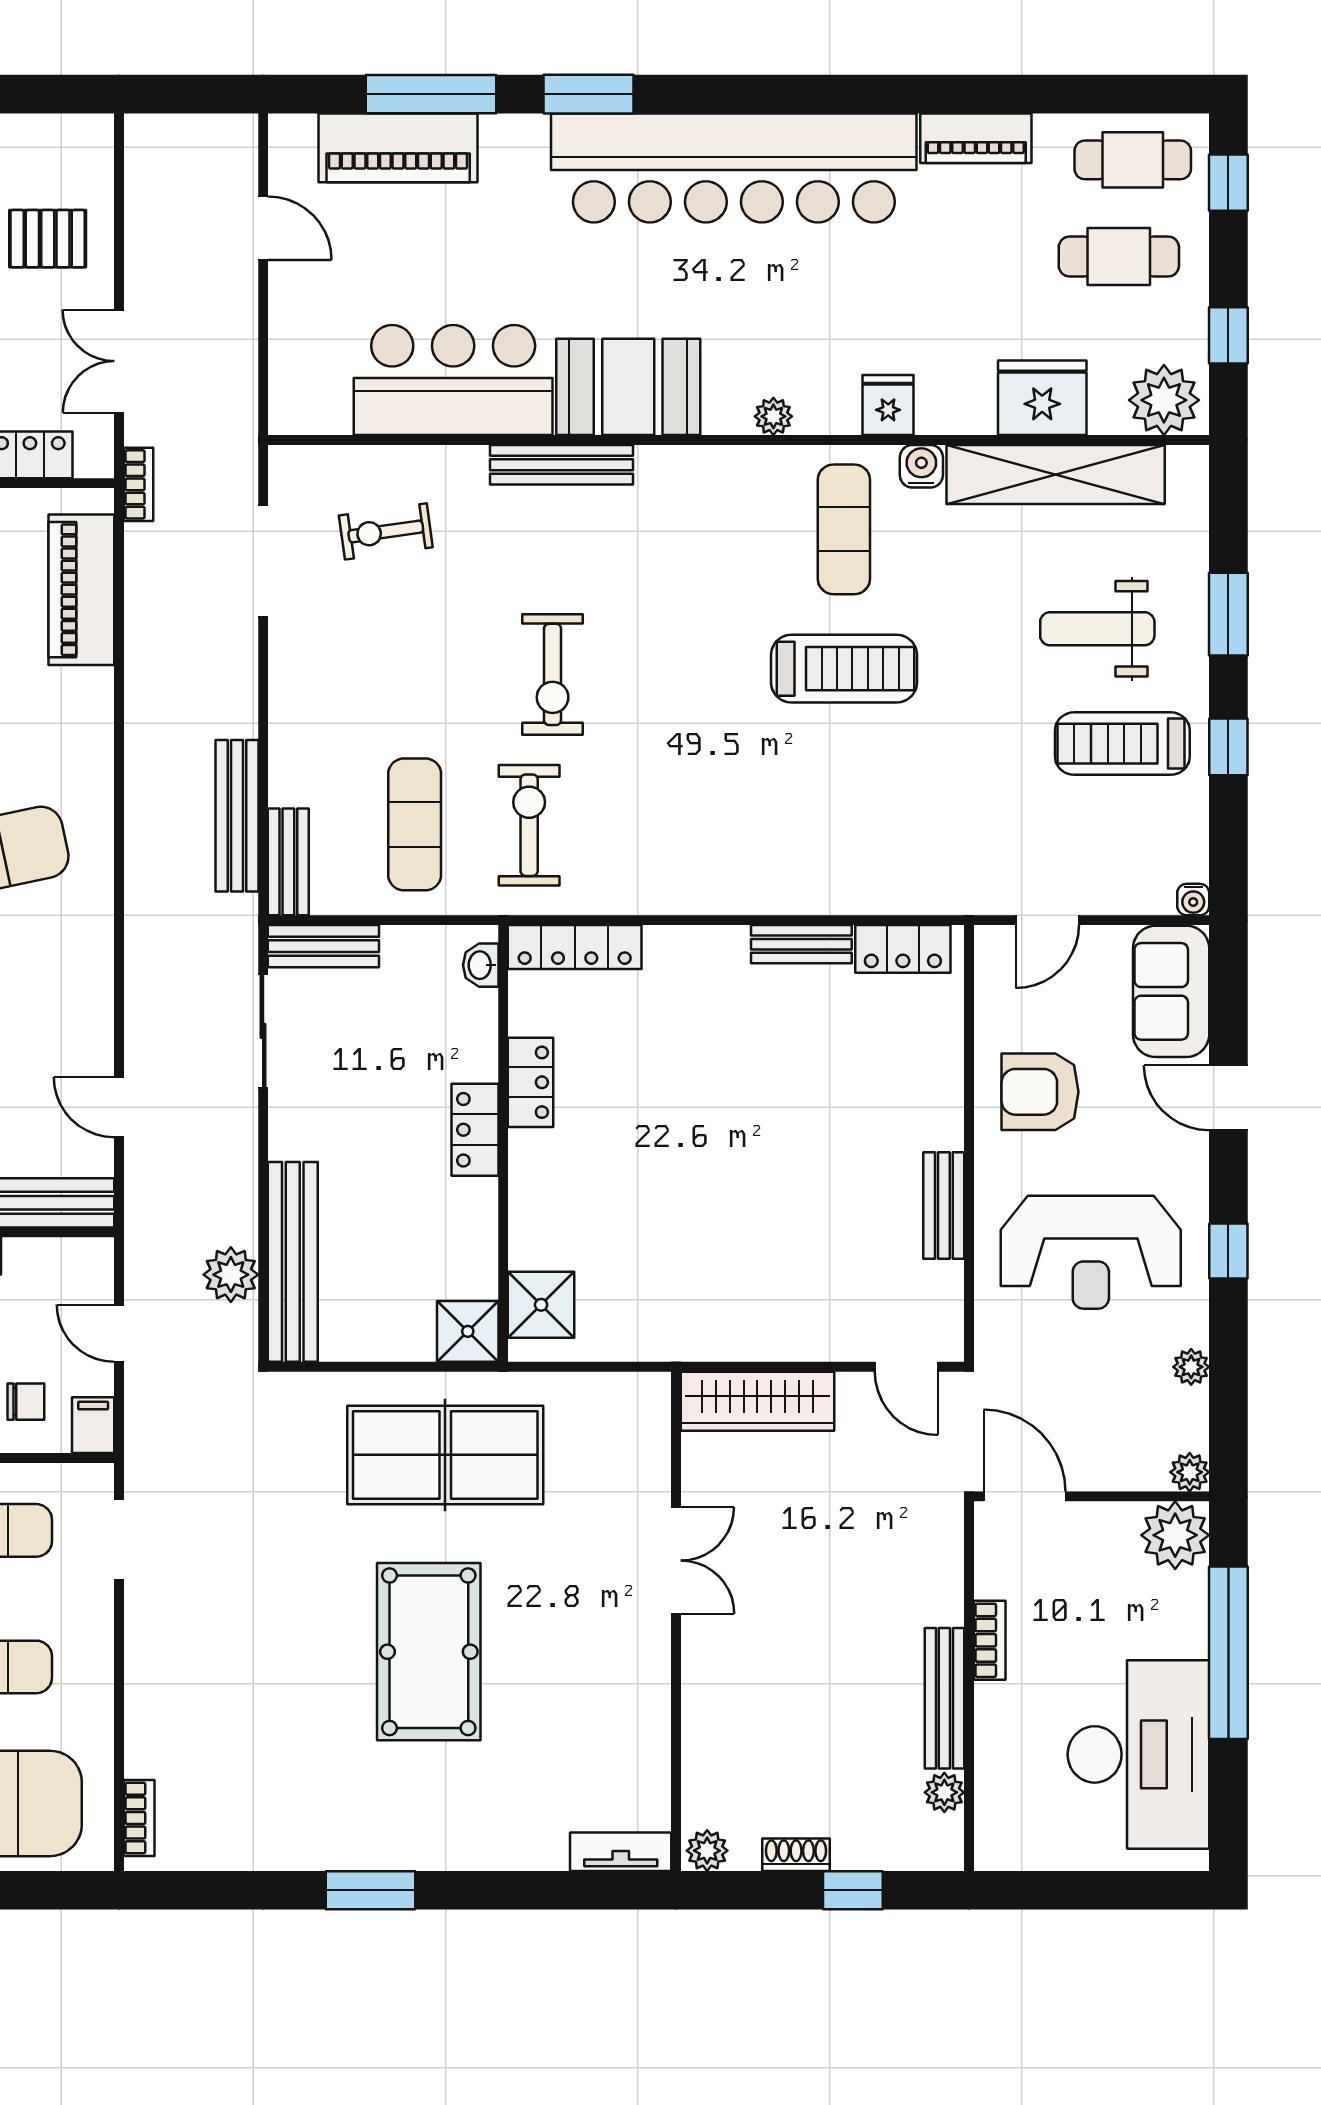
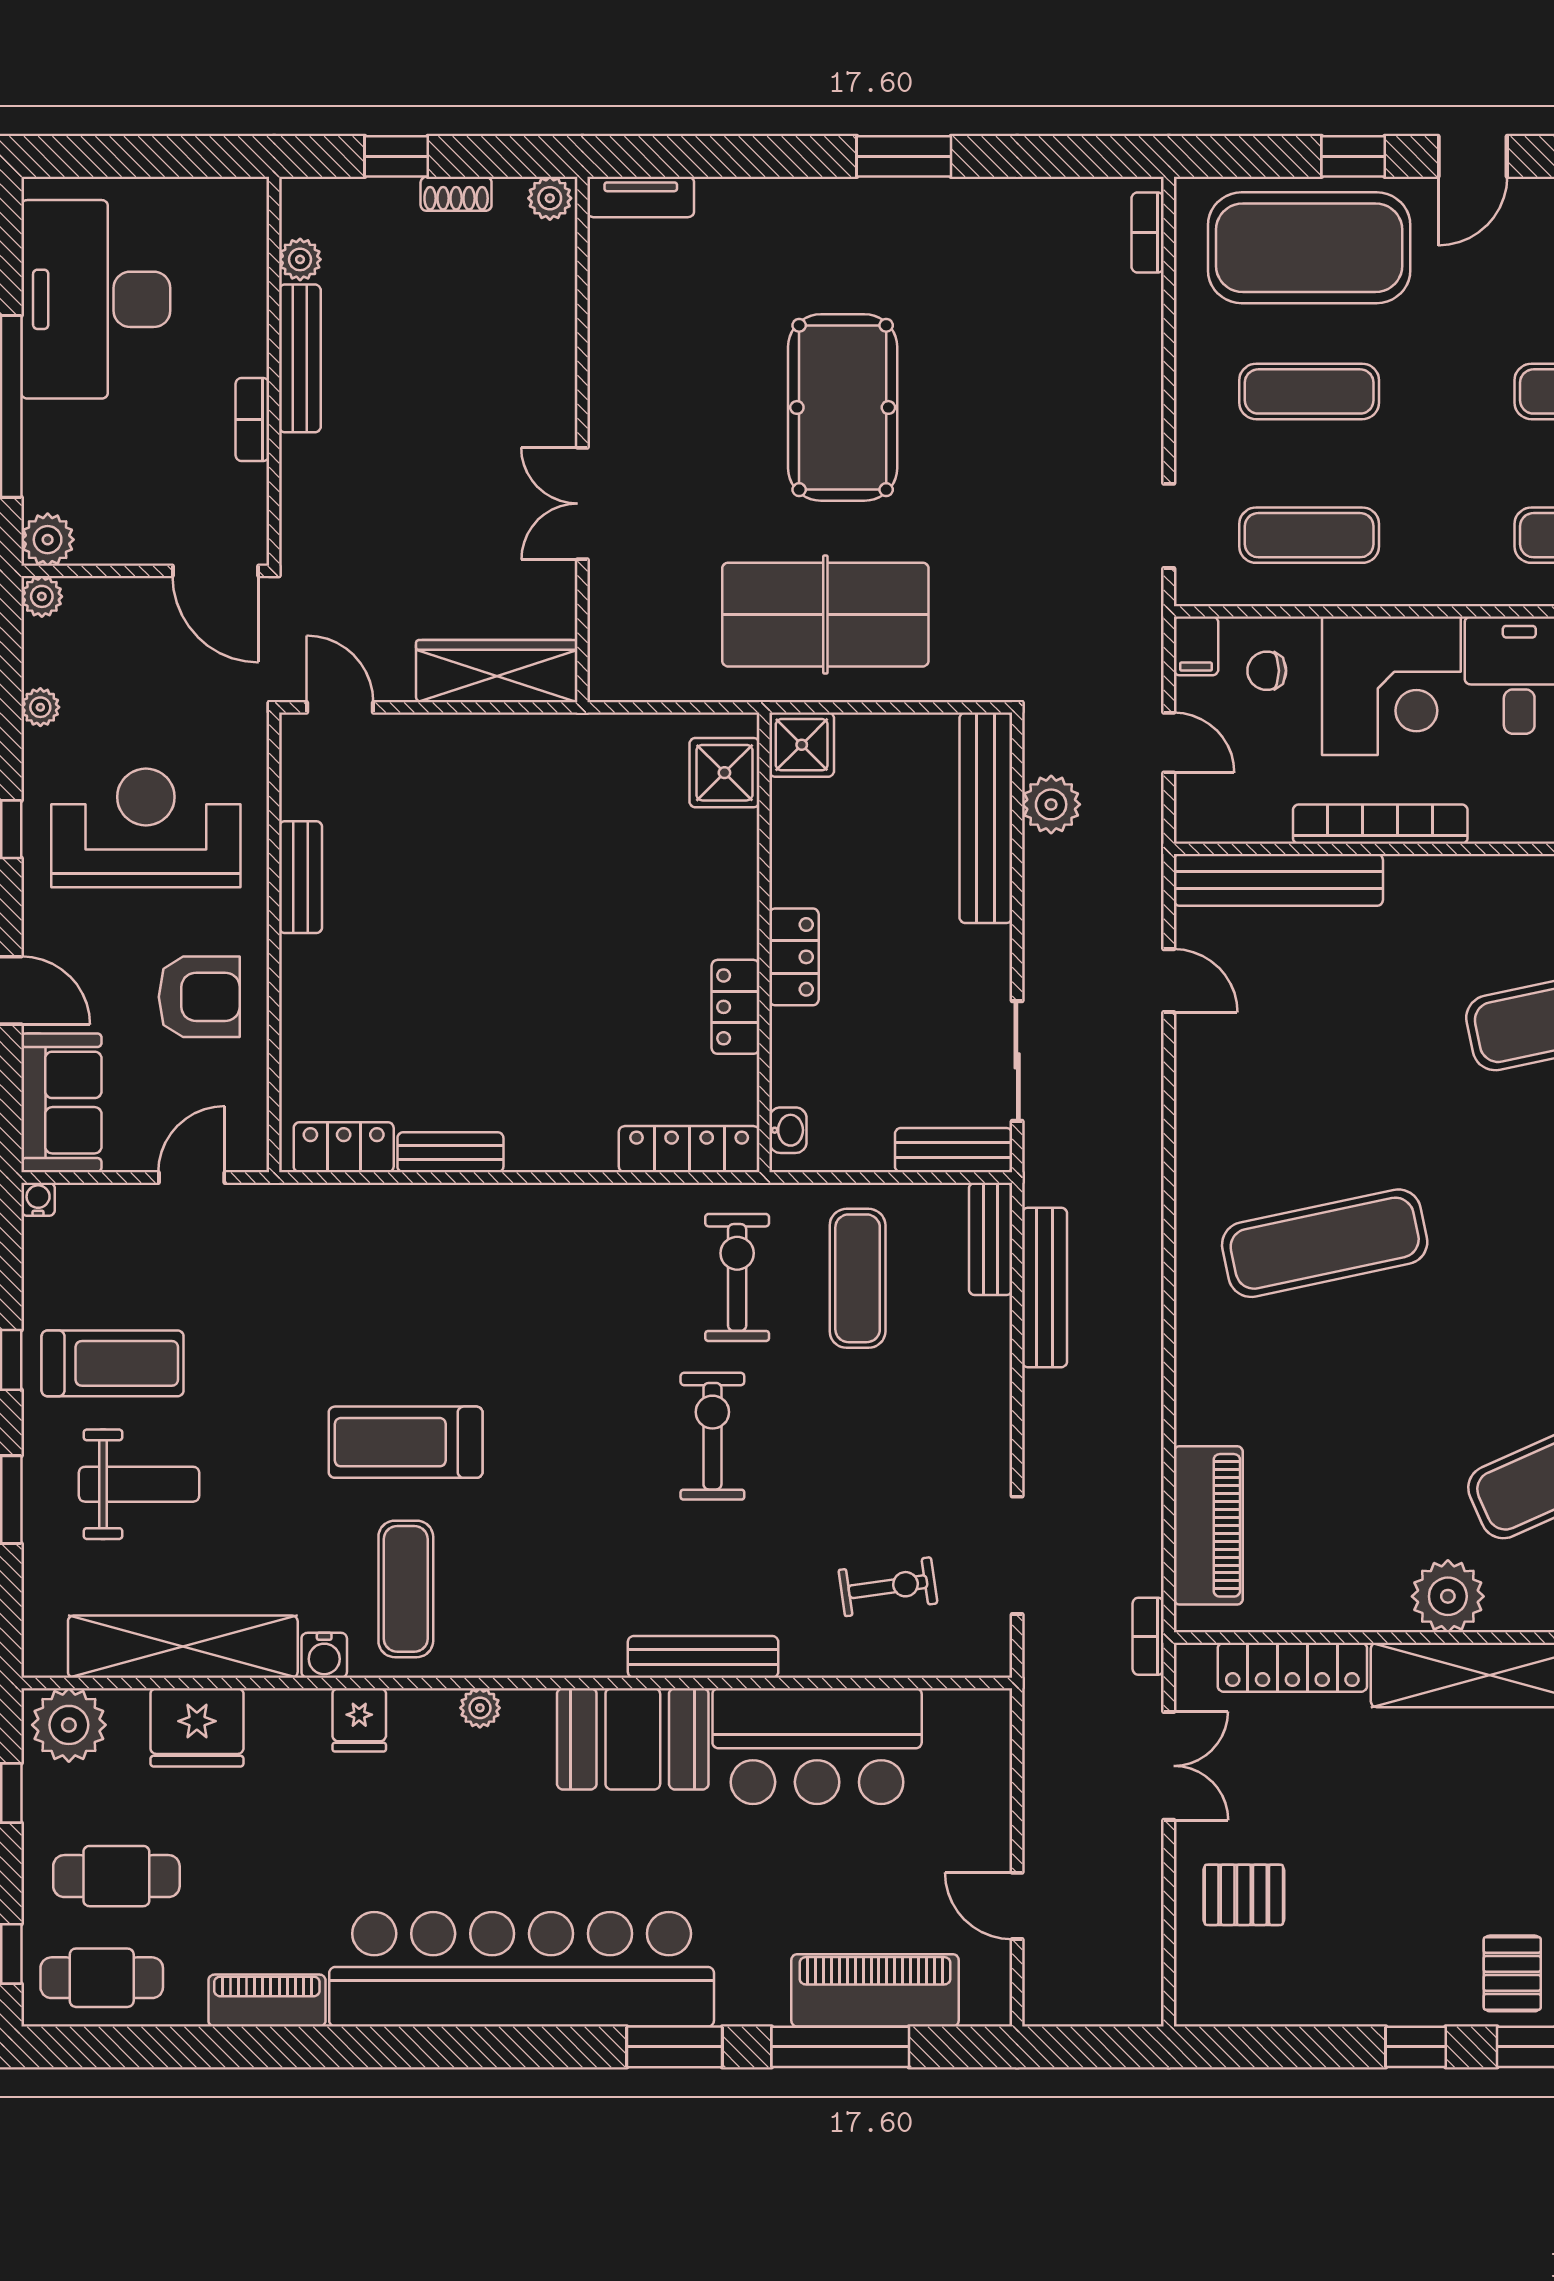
exercise bike: (529, 825) -> (737, 1277), turned 180
plant: (1175, 1535) -> (48, 540), width x0.73, depth x0.73

